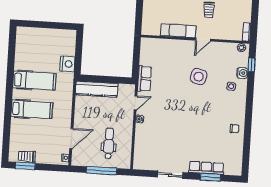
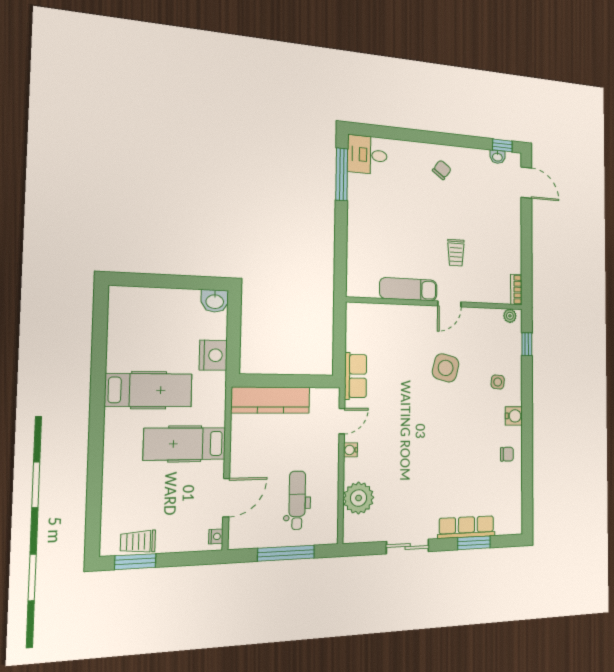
washbasin: (69, 35) -> (215, 301), added
water cooler: (242, 73) -> (514, 416), moved
hospital bed: (32, 109) -> (185, 444), moved, turned 180
plant: (143, 145) -> (359, 498), added

